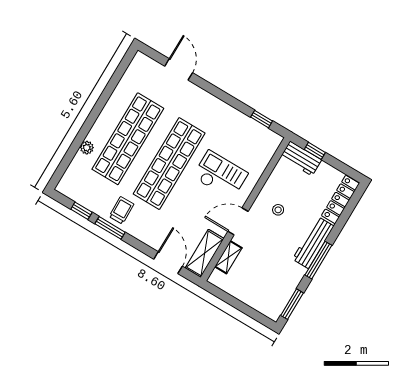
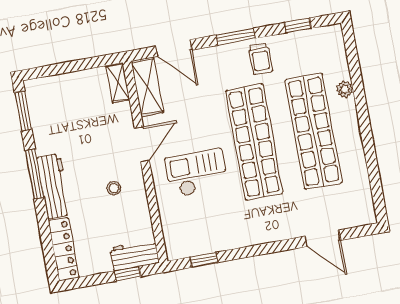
checkout: (220, 175) -> (197, 173), turned 180
window: (110, 228) -> (236, 37), moved
shelving: (228, 257) -> (118, 83), moved

